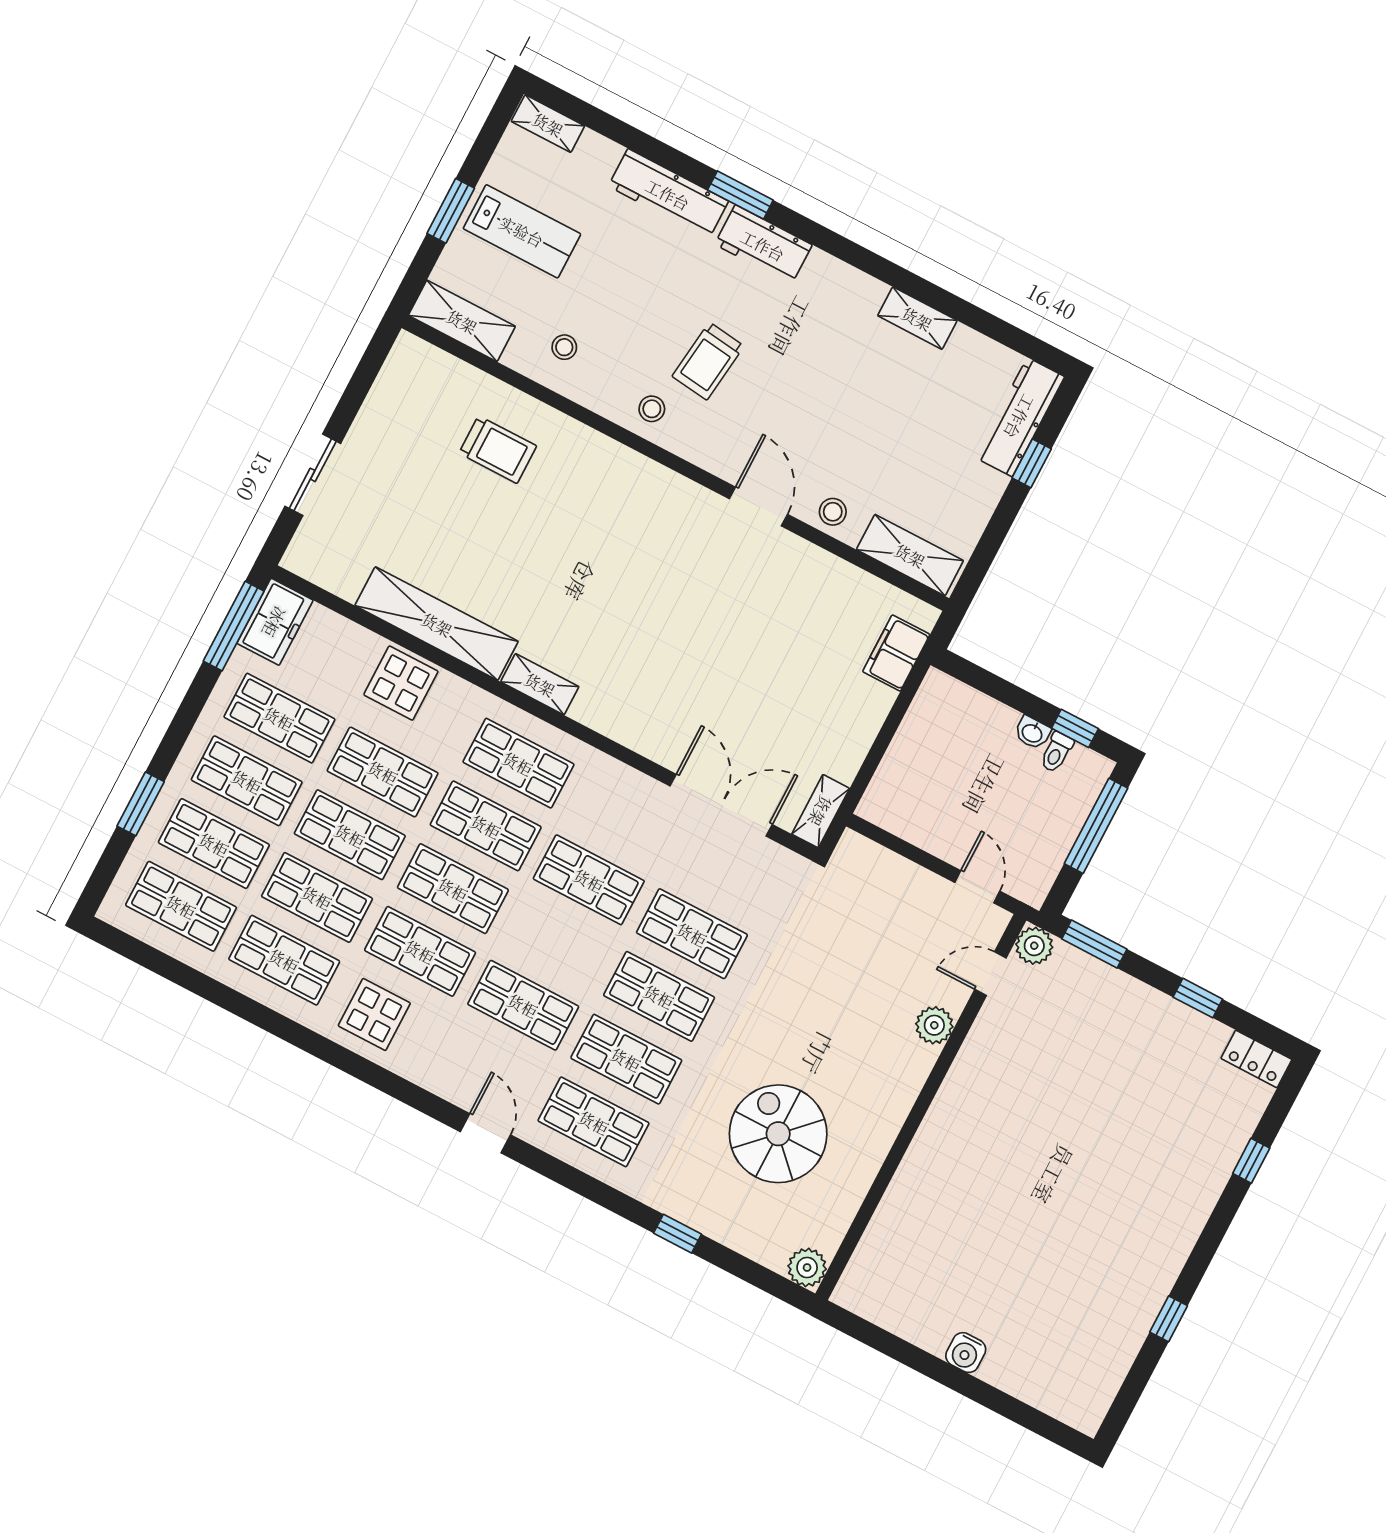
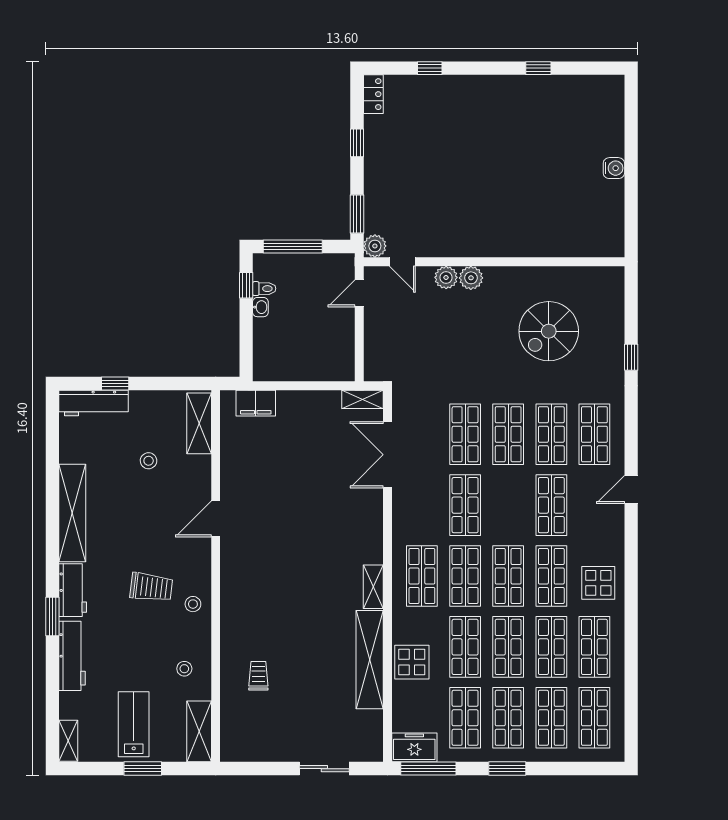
shelving: (917, 318) -> (72, 513), width x2.20, depth x1.33
trolley: (498, 450) -> (258, 676), width x0.73, depth x0.72
stool: (833, 512) -> (149, 461), moved
window: (141, 804) -> (507, 769), moved
plant: (807, 1267) -> (471, 278), moved

